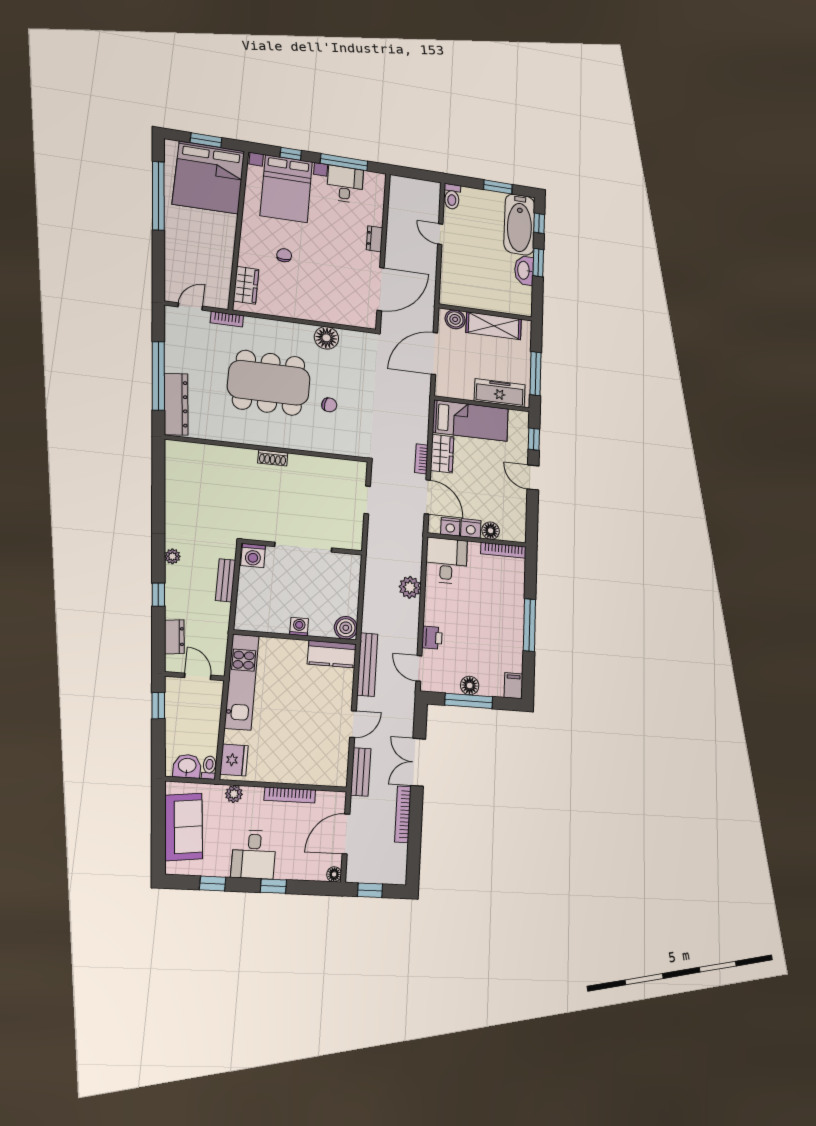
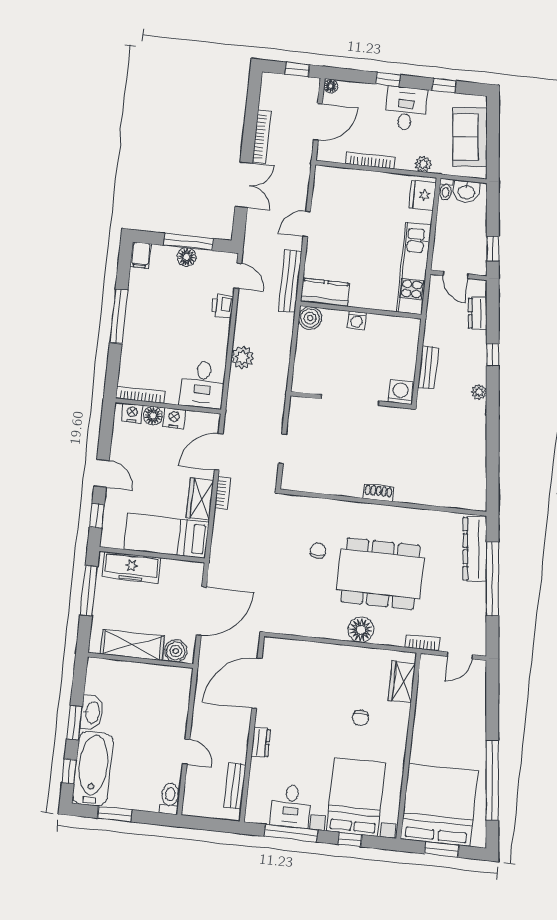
floor lamp: (326, 338) -> (361, 630), moved
chair: (329, 405) -> (318, 551), turned 82
door: (427, 497) -> (219, 452), hinge flipped
nightstand: (450, 527) -> (132, 413), moved
bench: (361, 772) -> (235, 786), moved

